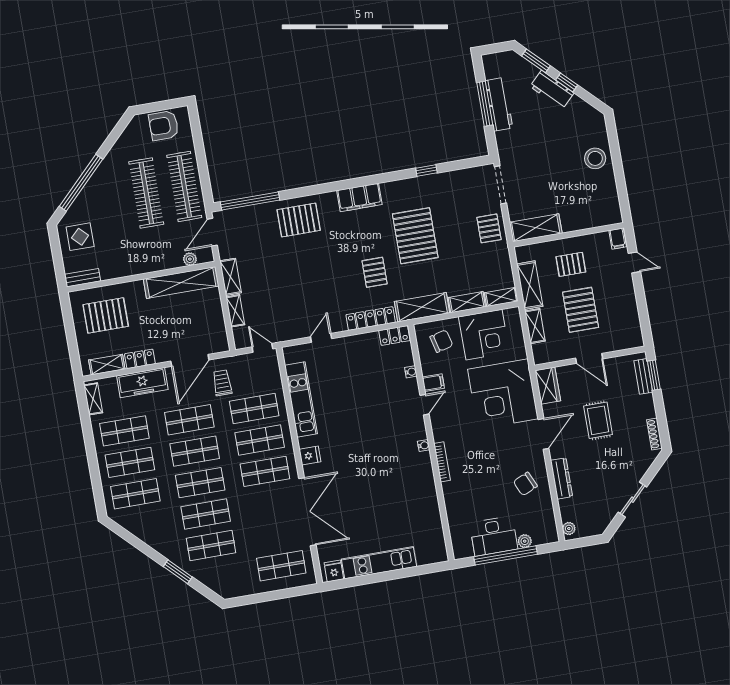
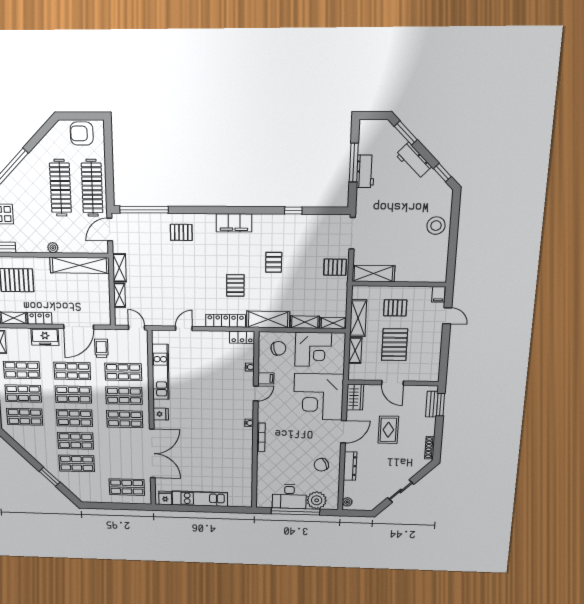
window: (567, 82) -> (442, 173), moved
workbench: (499, 104) -> (365, 171), width x0.73
pallet: (299, 220) -> (181, 232), width x0.67, depth x0.71
pallet: (489, 228) -> (335, 267), turned 90
pallet: (415, 236) -> (274, 262), width x0.49, depth x0.50
plant: (190, 259) -> (53, 248), moved
freezer: (142, 383) -> (45, 337), width x0.71
plant: (525, 541) -> (317, 500), width x1.88, depth x1.88

